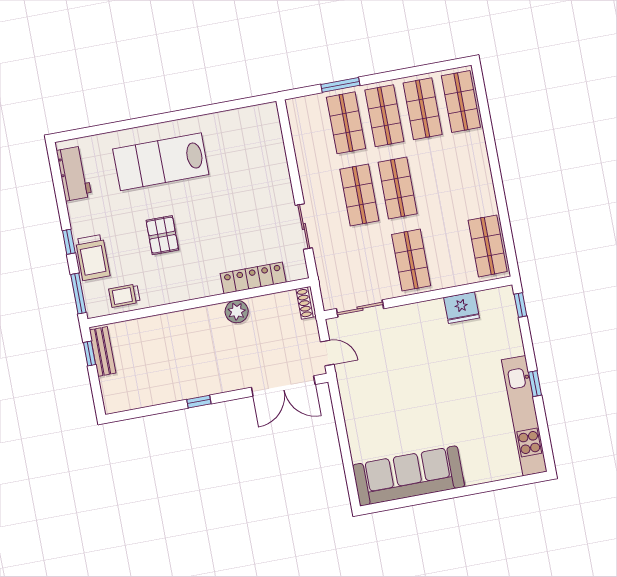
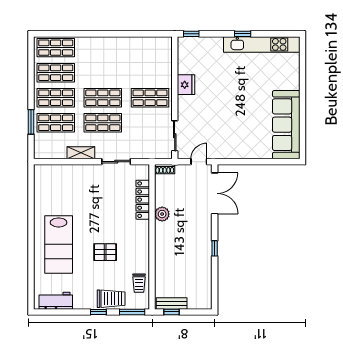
shelving: (307, 170) -> (81, 153), added
shop shelf: (488, 246) -> (150, 48), removed
fridge: (462, 308) -> (186, 85), moved

